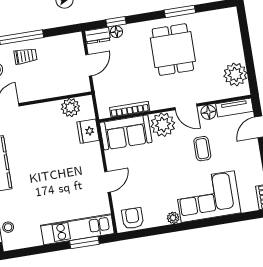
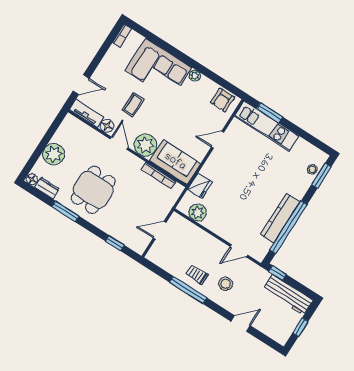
floor lamp: (116, 32) -> (32, 179), moved
dresser: (98, 36) -> (47, 188), moved
plant: (235, 74) -> (54, 154), moved

